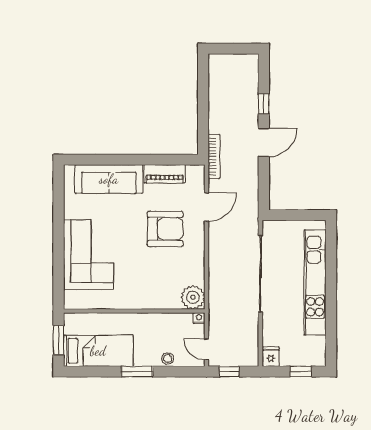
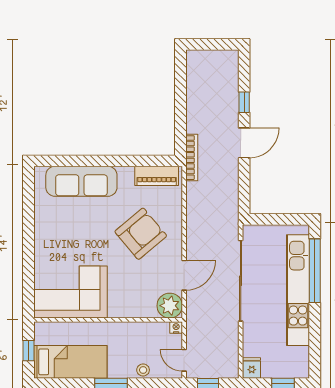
piano: (165, 174) -> (157, 176), moved
door: (207, 207) -> (184, 275), moved
armchair: (165, 229) -> (141, 234), turned -40
corner sofa: (88, 255) -> (71, 292), moved, turned -90
window: (331, 264) -> (315, 271), added
window: (59, 340) -> (29, 351), width x0.67

